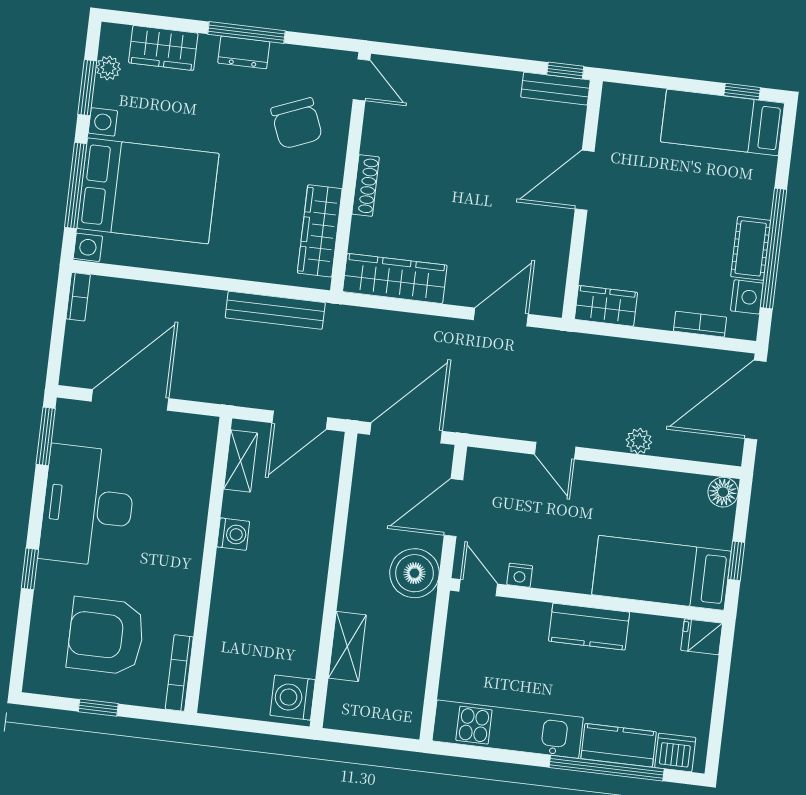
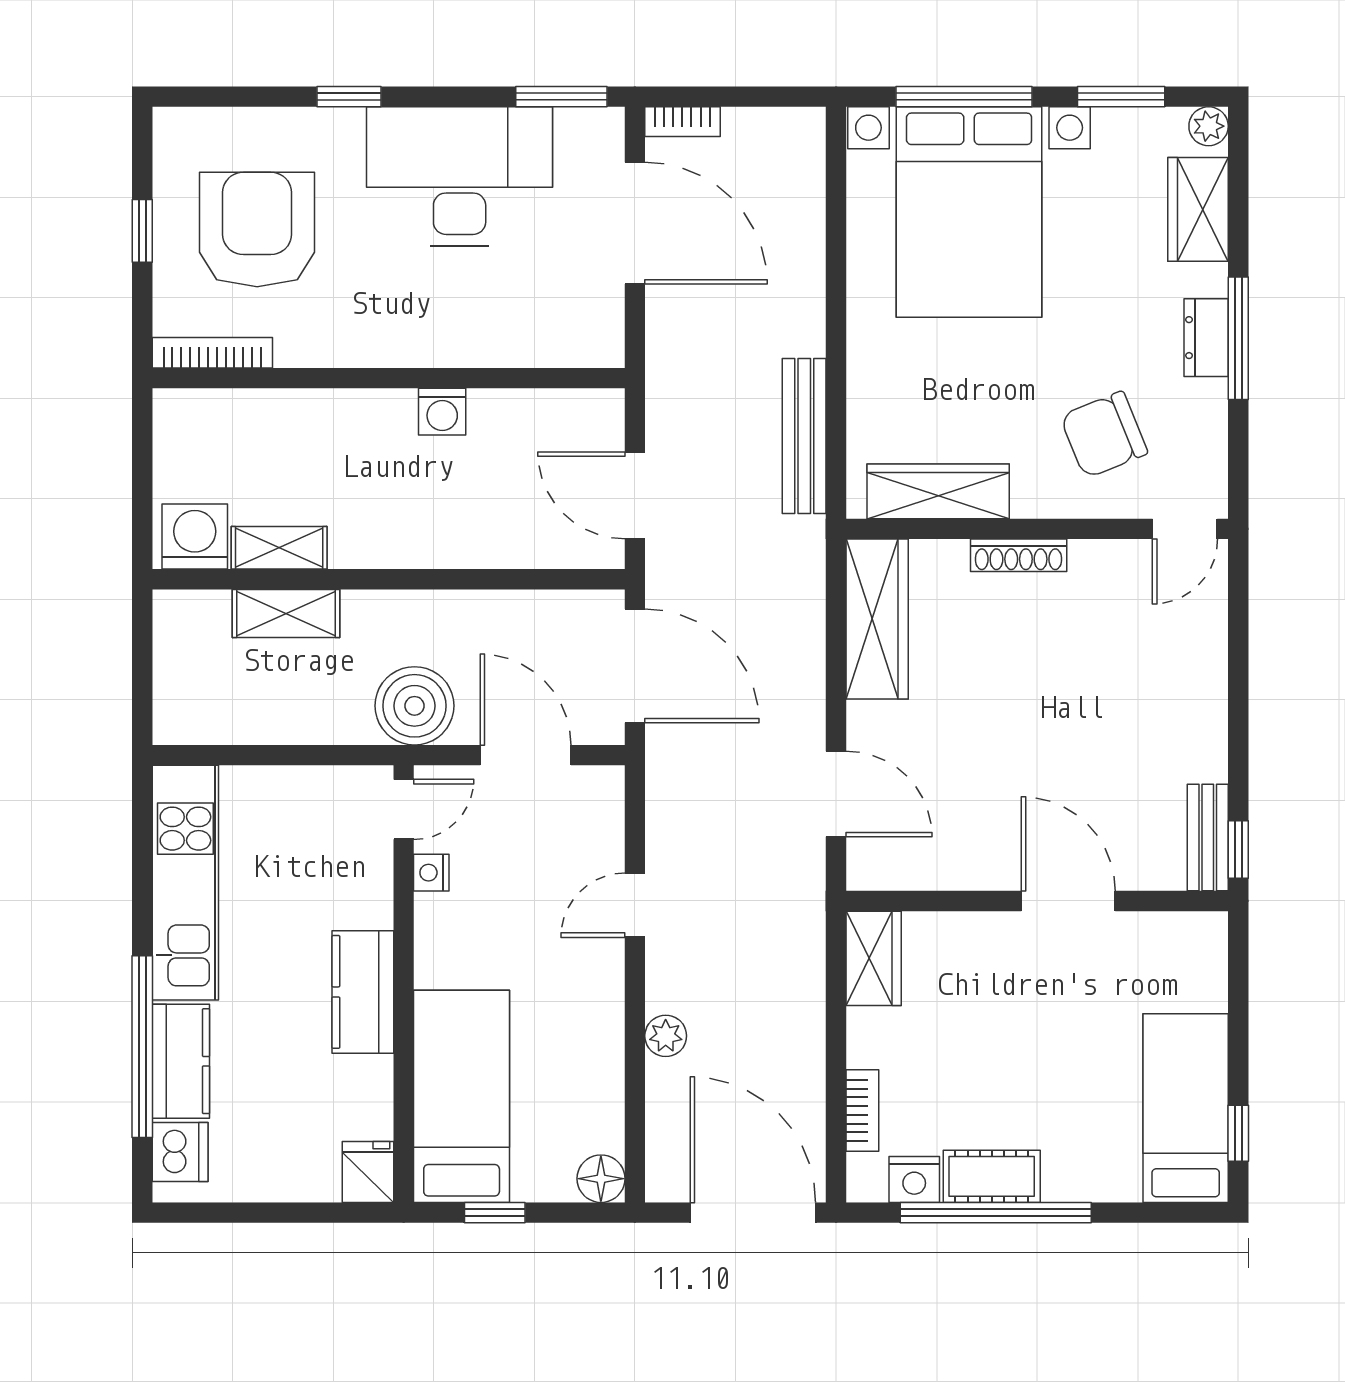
plant: (108, 68) -> (1209, 126), moved
bookcase: (78, 297) -> (682, 122), moved
shelving: (241, 461) -> (279, 548), moved

